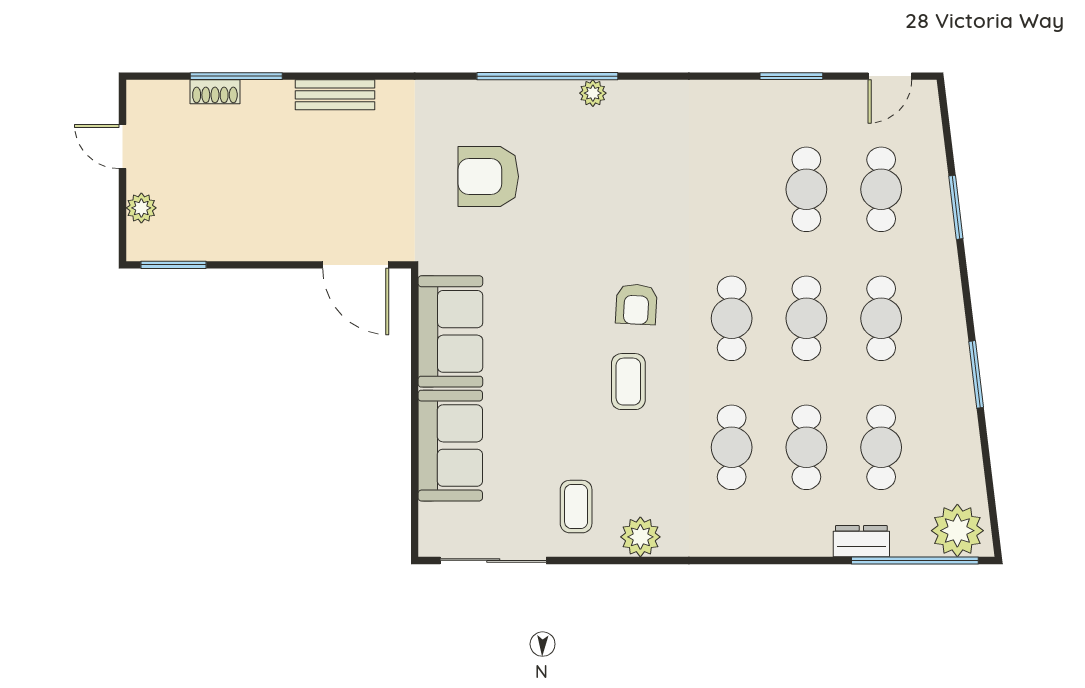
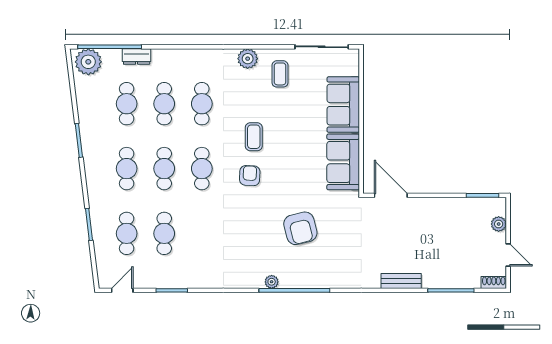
shoe rack: (215, 92) -> (494, 282), moved
armchair: (488, 177) -> (300, 228), moved, turned 76

